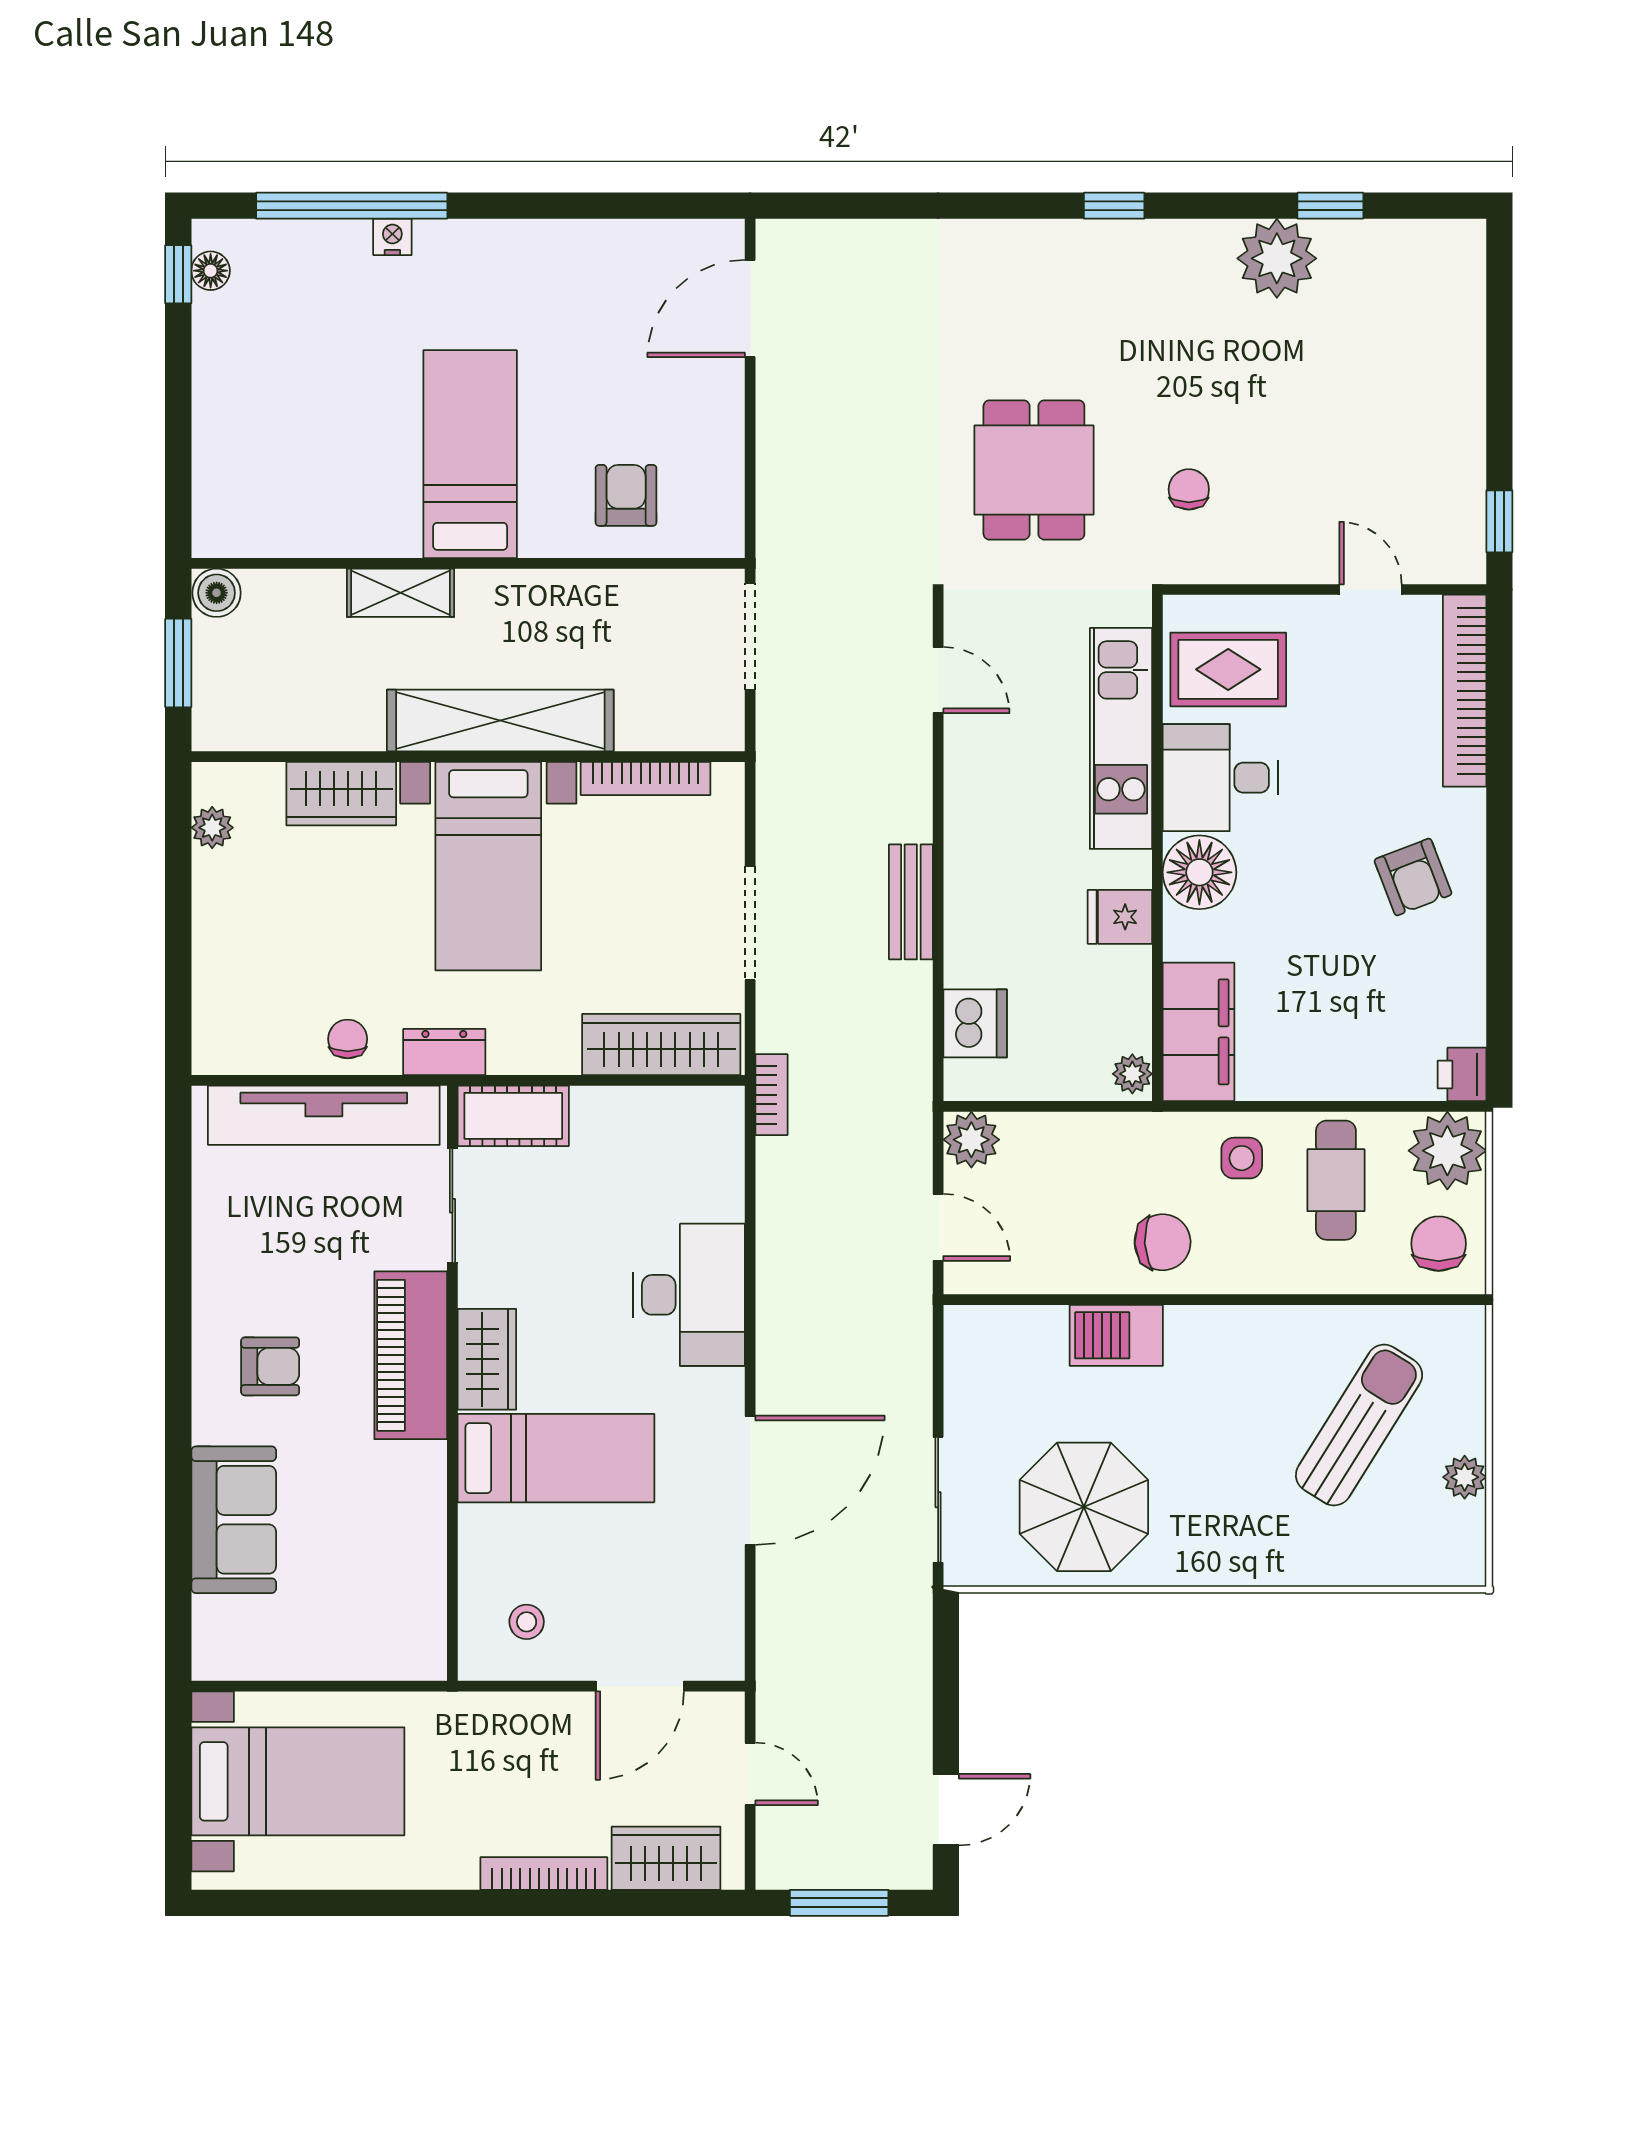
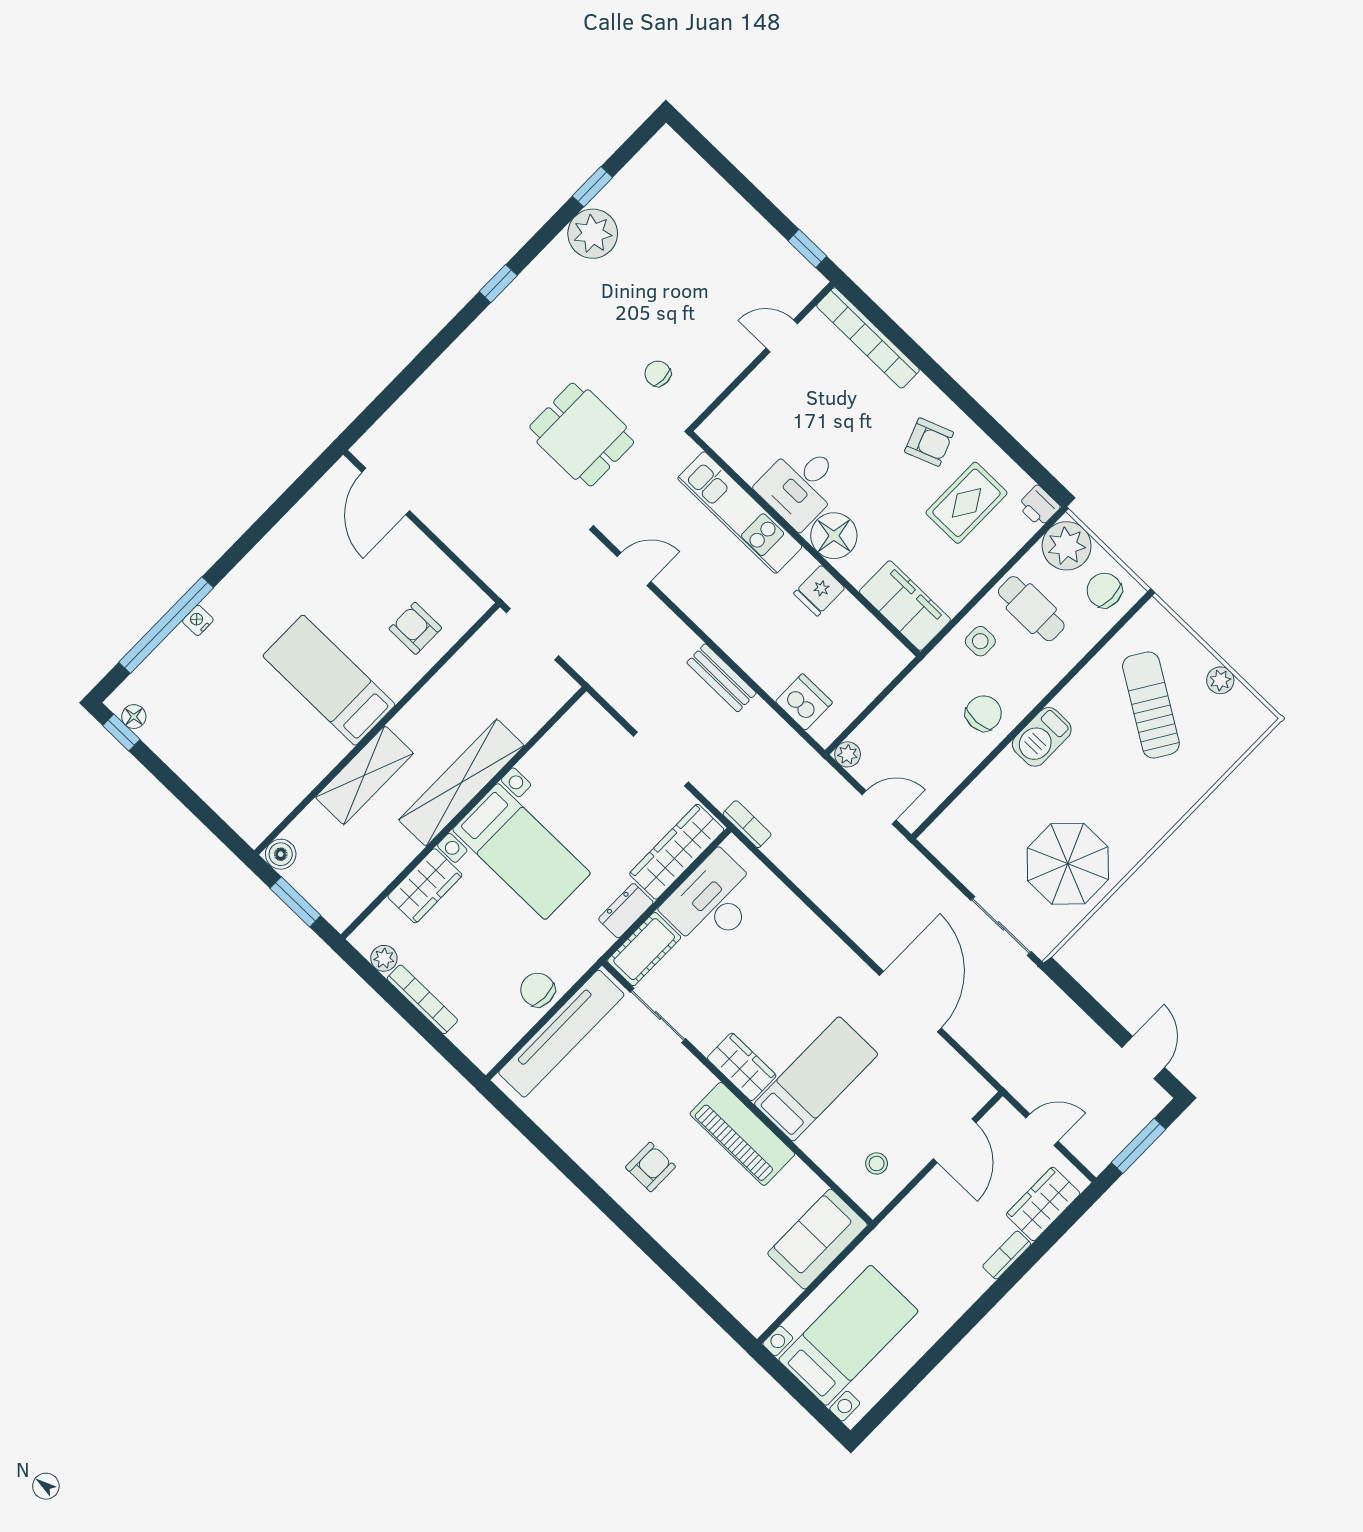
shelving: (400, 593) -> (364, 775), width x1.50, depth x1.33
rug: (1228, 669) -> (967, 503), moved
bookcase: (646, 778) -> (422, 999), moved, turned -90
chair: (348, 1039) -> (538, 990), width x1.37, depth x1.37
dresser: (444, 1052) -> (626, 911), moved
plant: (1132, 1074) -> (895, 654), removed
plant: (971, 1140) -> (848, 754), width x0.73, depth x0.73
desk: (689, 1295) -> (713, 902), moved, turned -90
barbecue: (1116, 1335) -> (1042, 737), moved
piano: (411, 1355) -> (742, 1134), moved
sofa: (234, 1520) -> (817, 1239), moved, turned -90
bookcase: (544, 1873) -> (1007, 1255), width x0.64

